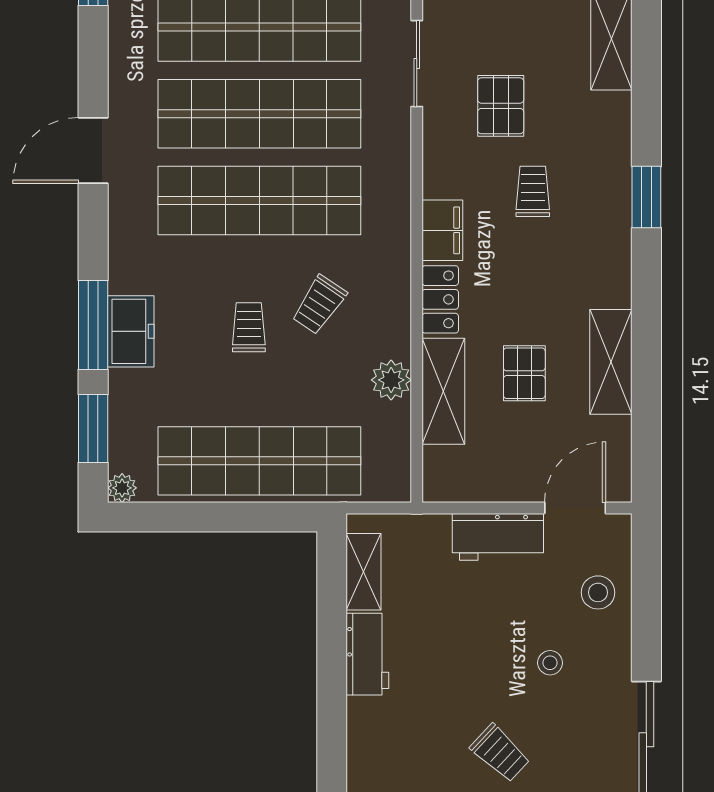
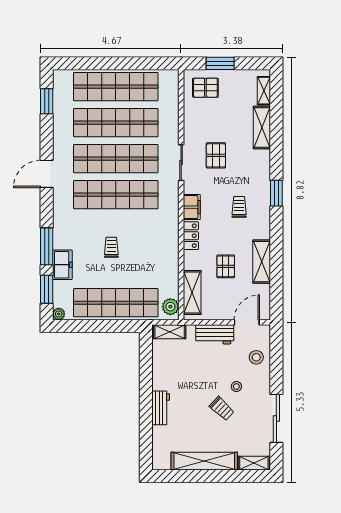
sliding door: (417, 64) -> (181, 163), moved
trolley: (533, 191) -> (239, 207), moved
trolley: (319, 305) -> (141, 238), removed
freezer: (131, 331) -> (62, 265), moved
plant: (391, 380) -> (170, 307), moved
shelving: (443, 391) -> (192, 293), moved
shelving: (363, 572) -> (170, 332), moved, turned 90
workbench: (367, 654) -> (161, 408), moved
trolley: (500, 753) -> (222, 409), moved

